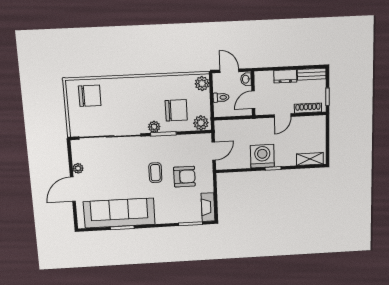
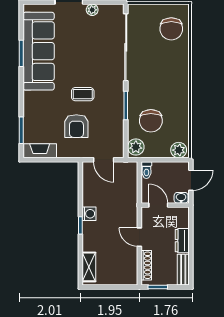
toilet: (221, 97) -> (146, 170), moved
plant: (154, 127) -> (134, 96), removed
washing machine: (262, 156) -> (89, 214), width x0.53, depth x0.53

